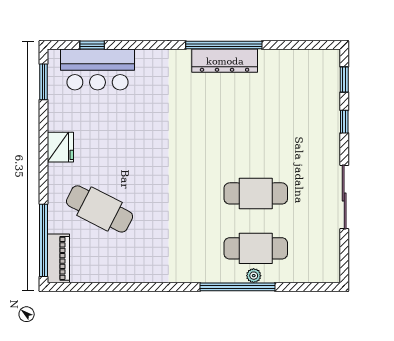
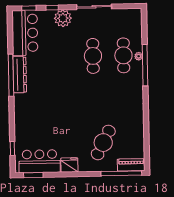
bar counter: (98, 70) -> (40, 161), moved, turned -90
bar counter: (300, 72) -> (25, 33), added
plant: (325, 141) -> (63, 18), added

